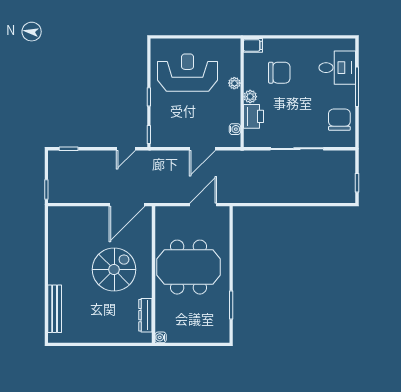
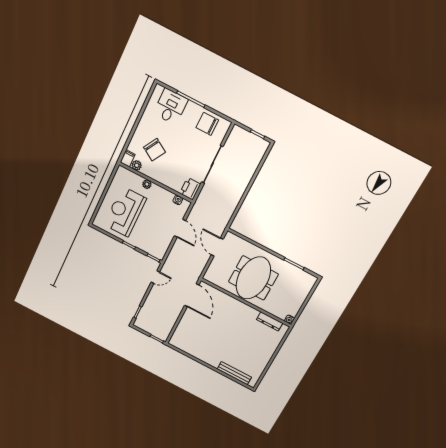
chair: (279, 73) -> (154, 150), turned 121
plant: (250, 97) -> (137, 165), moved
printer: (254, 116) -> (190, 189), moved, turned -90
door: (126, 149) -> (155, 277), hinge flipped
spiral stairs: (114, 269) -> (229, 325), removed

